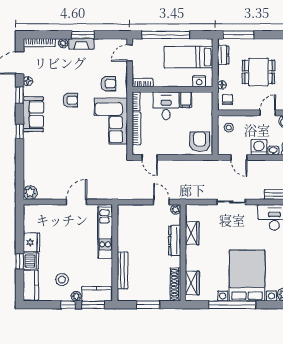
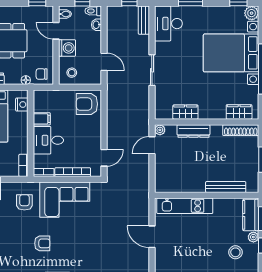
armchair: (70, 100) -> (42, 243), turned 90
washing machine: (259, 147) -> (67, 48), moved, turned 180
door: (239, 157) -> (104, 62), hinge flipped

